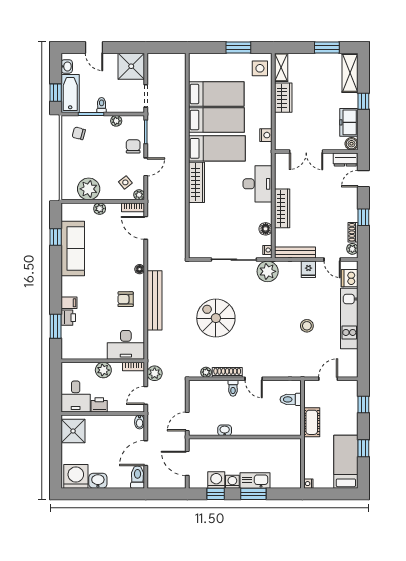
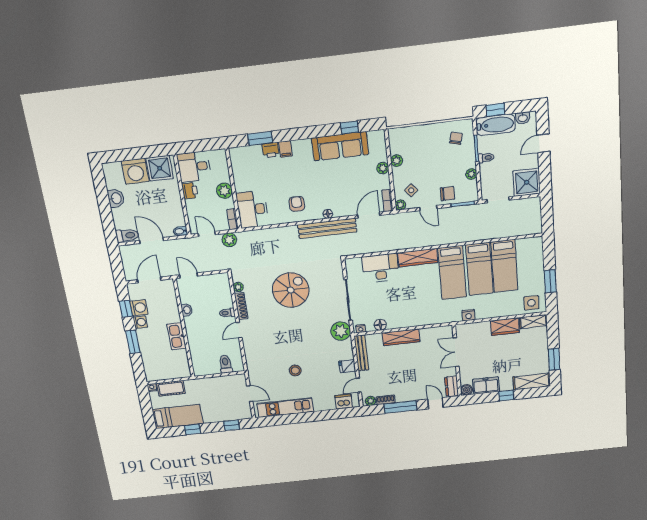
desk: (258, 184) -> (380, 268), moved, turned 180
plant: (89, 189) -> (397, 161), width x0.53, depth x0.53
window: (363, 217) -> (400, 407), width x2.17
bench: (155, 300) -> (327, 228), moved
kitchen unit: (349, 318) -> (285, 408), moved
cot: (312, 422) -> (171, 388), moved
washing machine: (76, 476) -> (135, 171), moved, turned 90
kitchen sink: (255, 480) -> (176, 336), moved, turned 180

